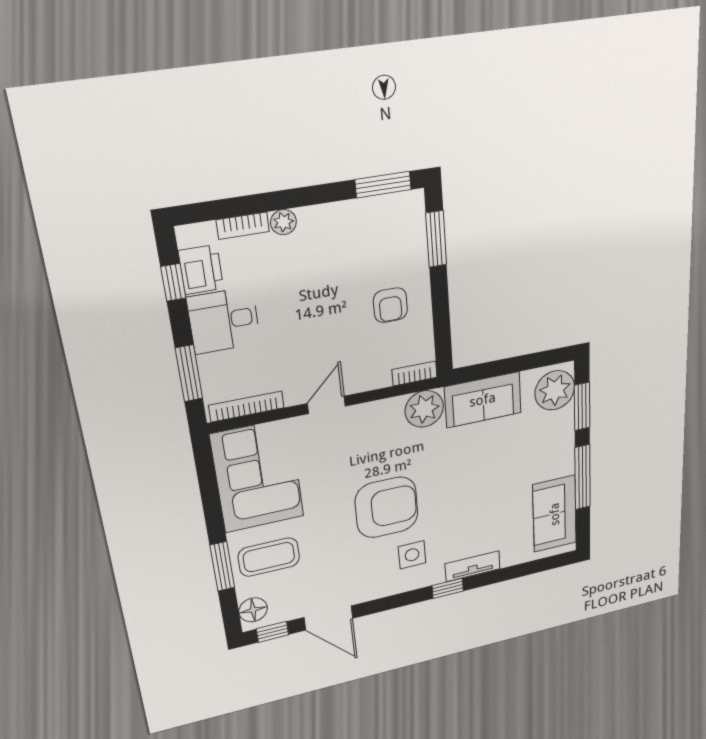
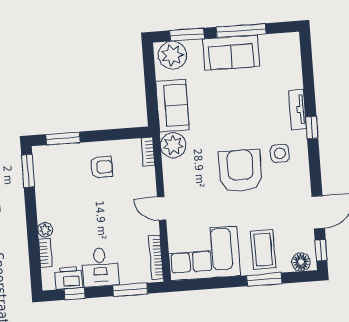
sofa: (555, 514) -> (231, 53), moved

